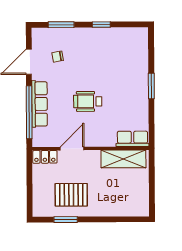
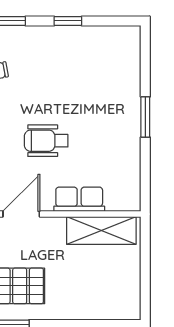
row of seats: (132, 139) -> (79, 199), moved

